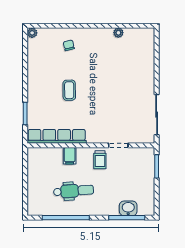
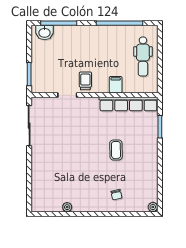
dental chair: (74, 191) -> (143, 56), moved, turned -86
washbasin: (128, 208) -> (45, 32), moved

